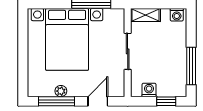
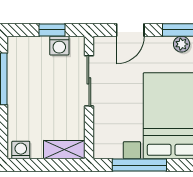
sliding door: (128, 51) -> (89, 81), moved
window: (166, 101) -> (52, 30), moved

